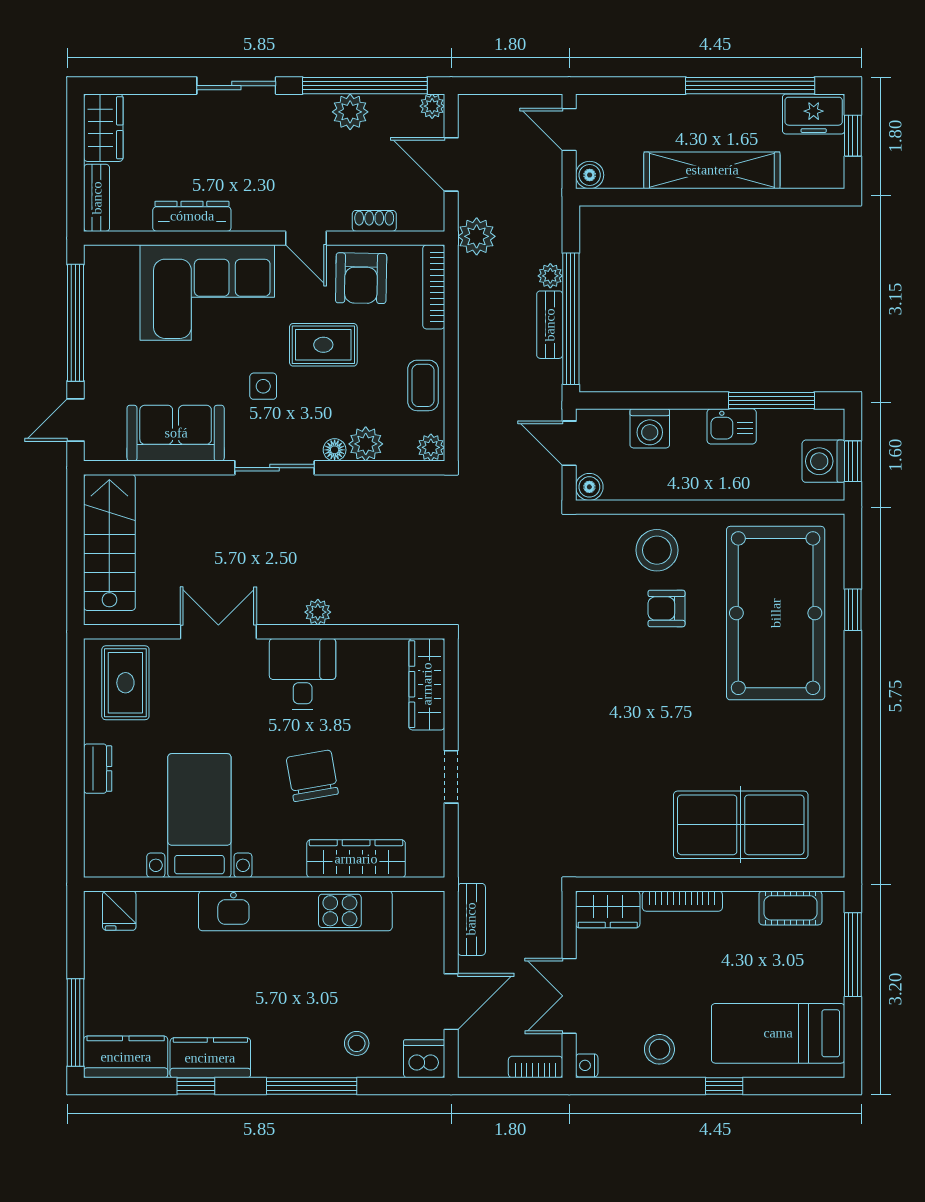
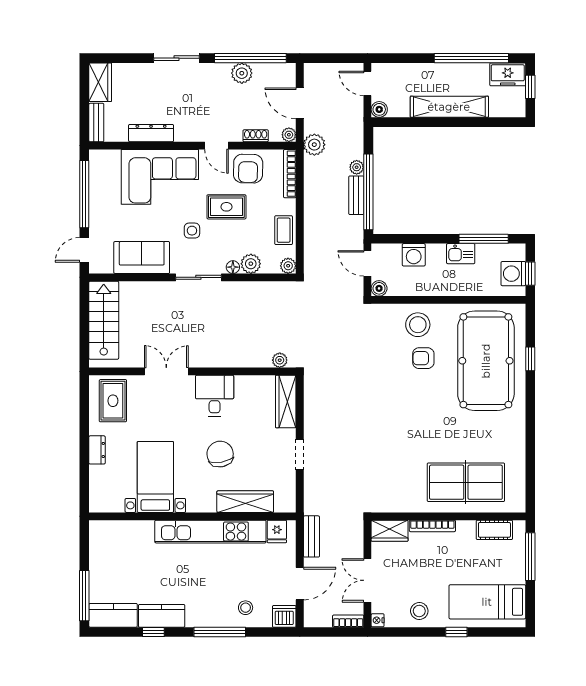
plant: (432, 106) -> (289, 135), moved
plant: (318, 612) -> (280, 360), moved
fridge: (119, 911) -> (277, 531), moved

